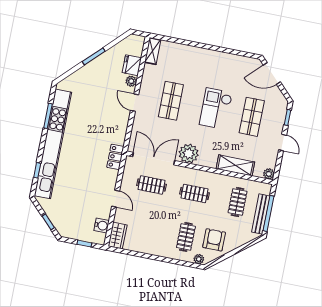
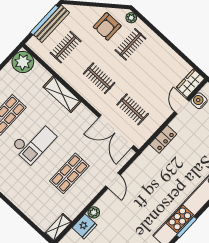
door: (135, 103) -> (113, 180), moved
plant: (189, 154) -> (82, 117), removed
locker: (115, 157) -> (163, 139), moved
shelving: (235, 165) -> (62, 94), moved
plant: (269, 174) -> (23, 62), width x1.88, depth x1.88
door: (116, 199) -> (182, 106), moved

